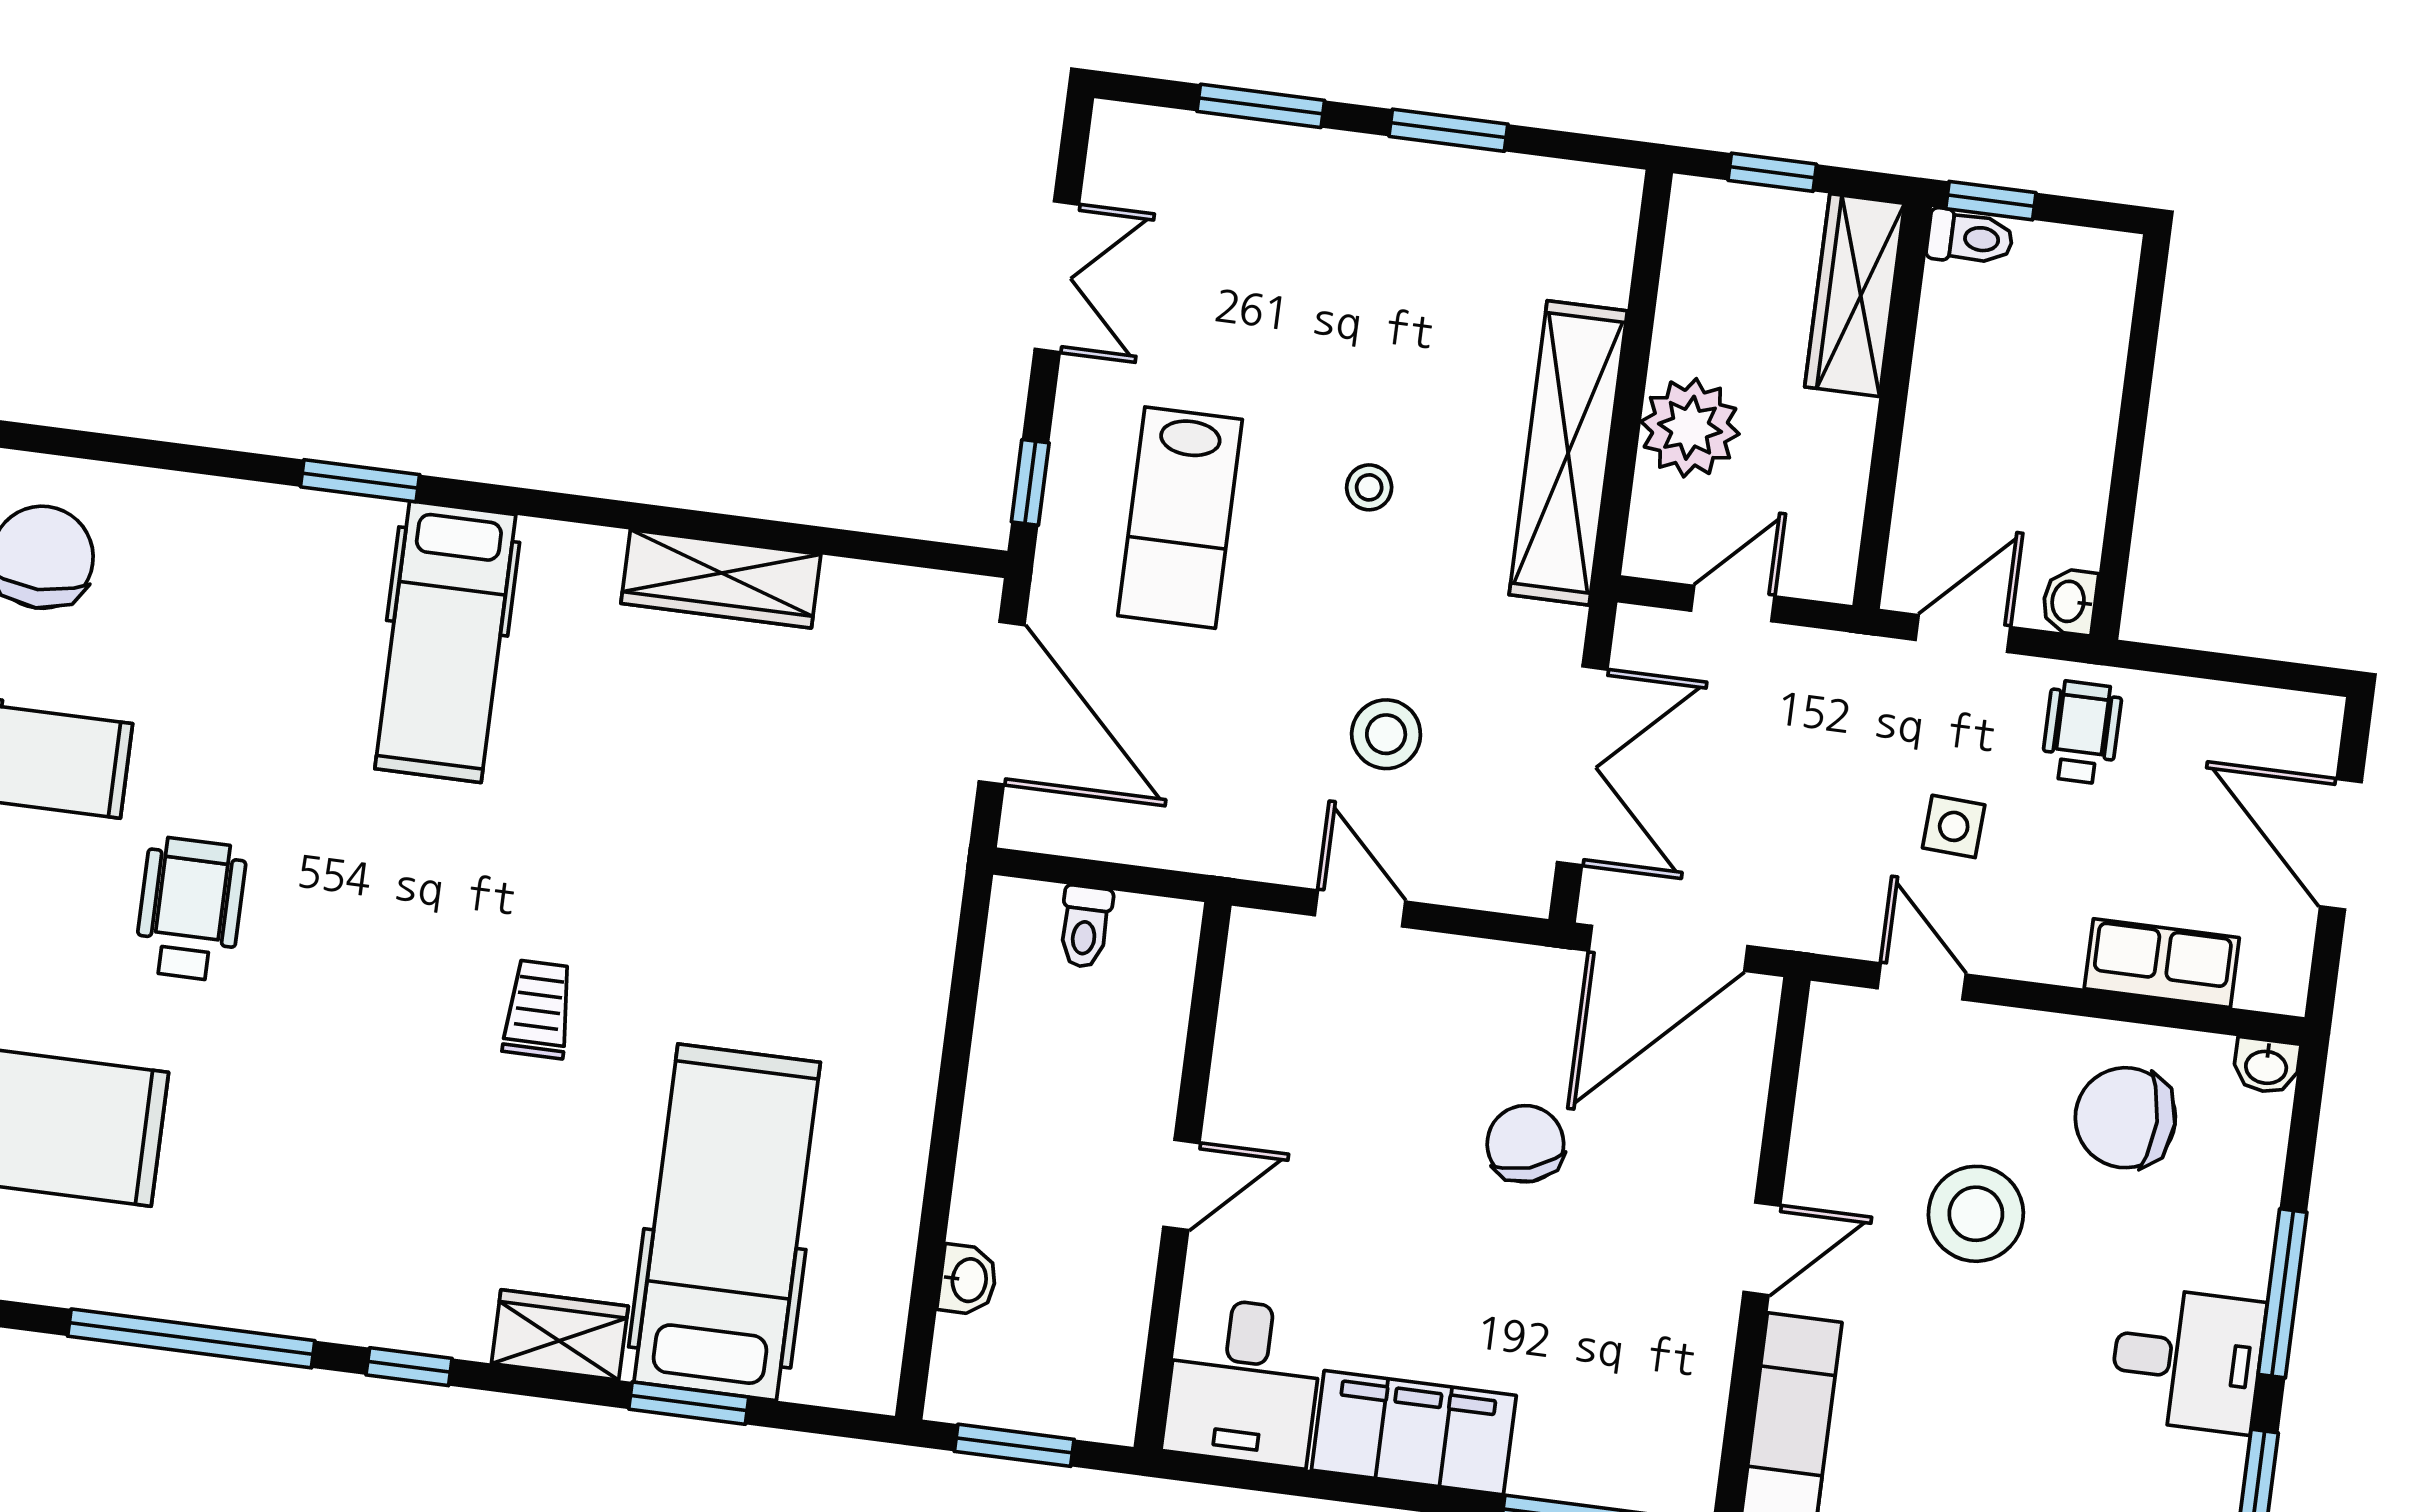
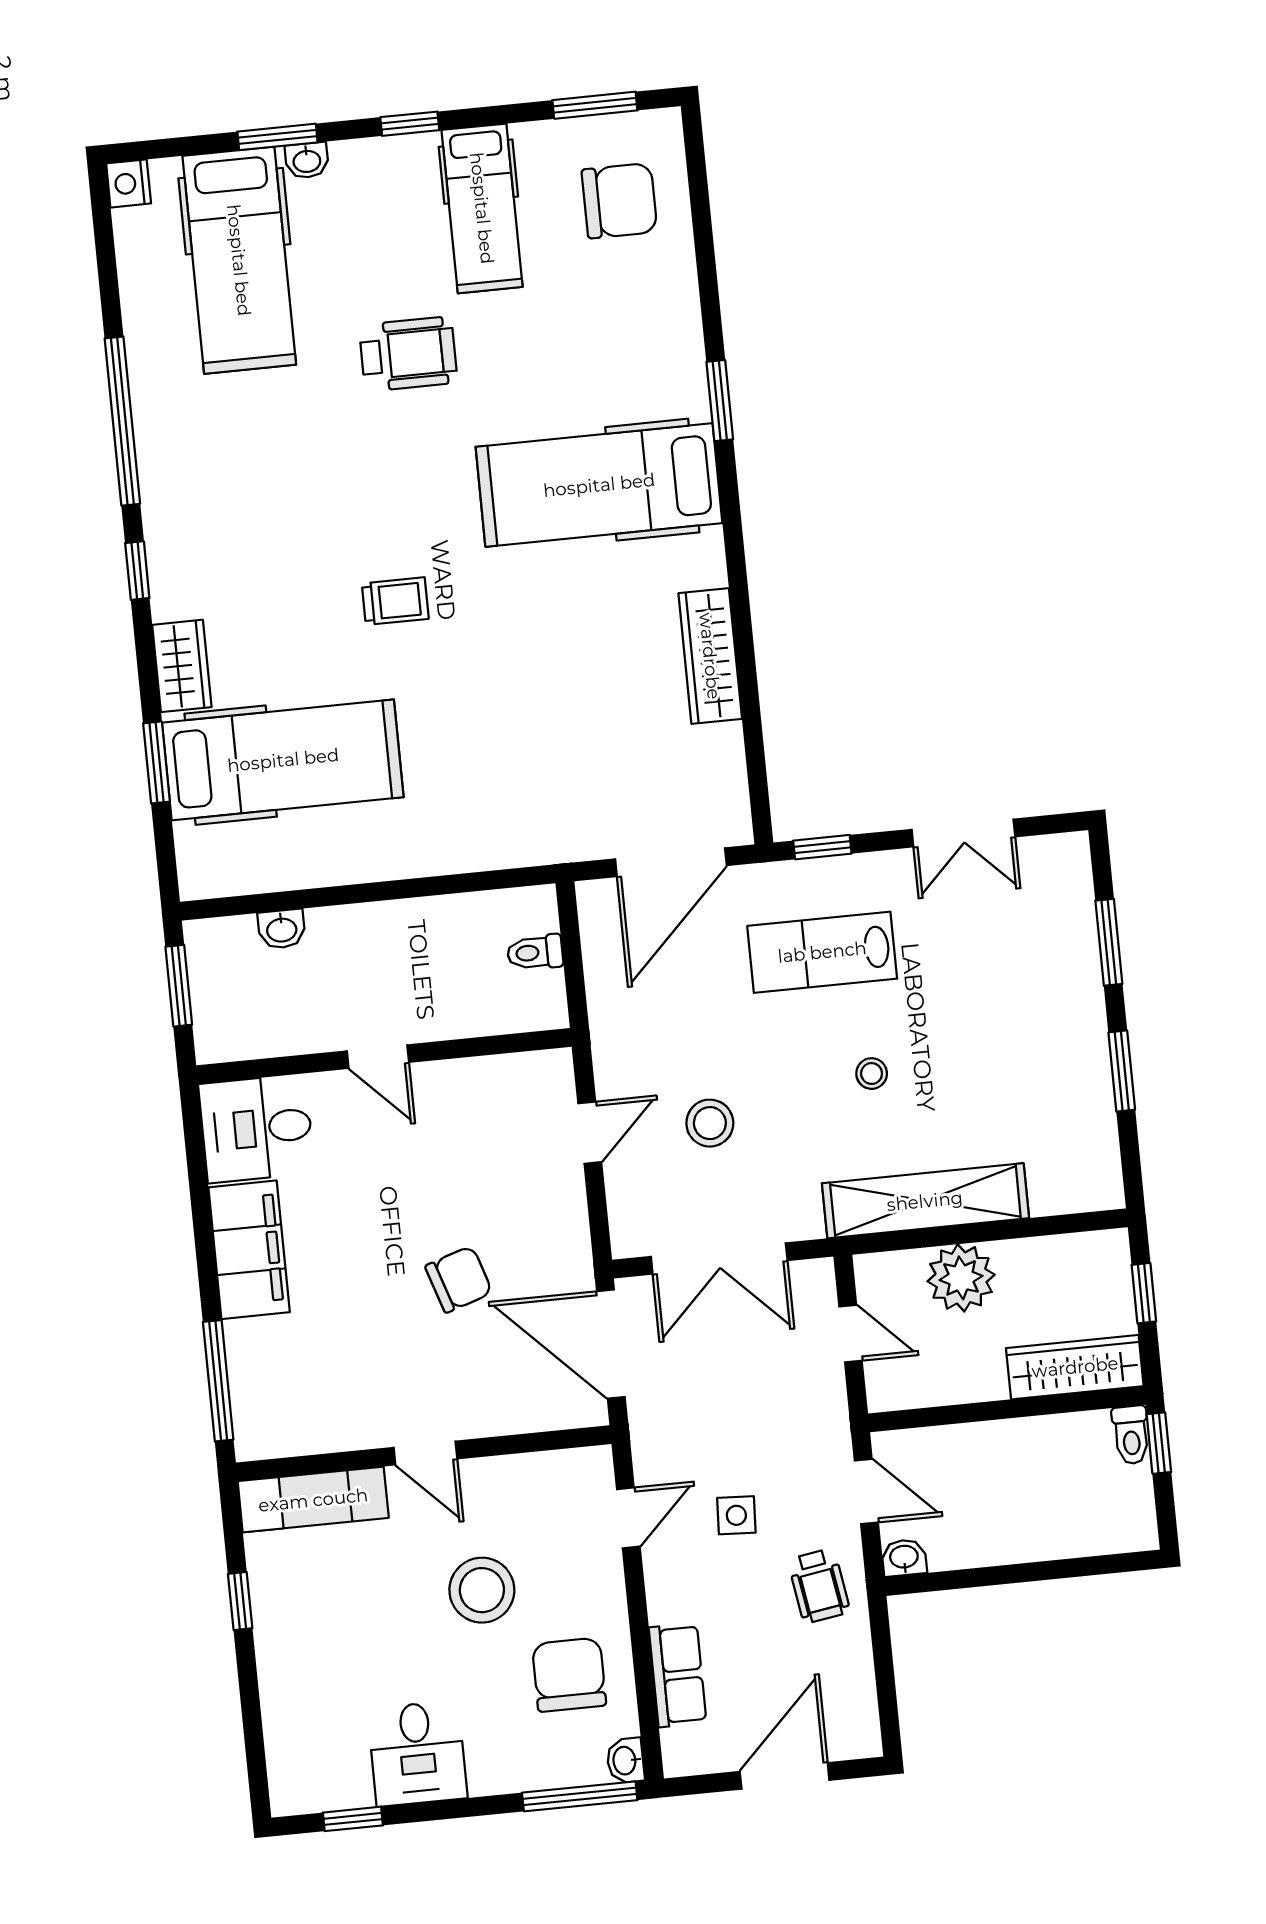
hospital bed: (445, 642) -> (599, 485), width x1.37, depth x1.29
wheelchair: (2081, 732) -> (819, 1586), turned 81
window: (2283, 1293) -> (580, 1796), moved

